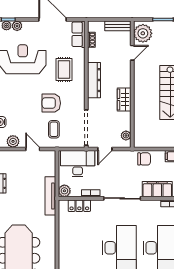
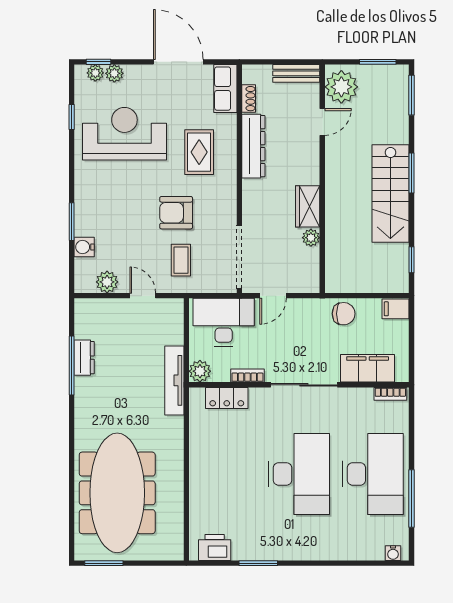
dresser: (94, 80) -> (253, 146), moved
plant: (126, 136) -> (311, 238), moved

